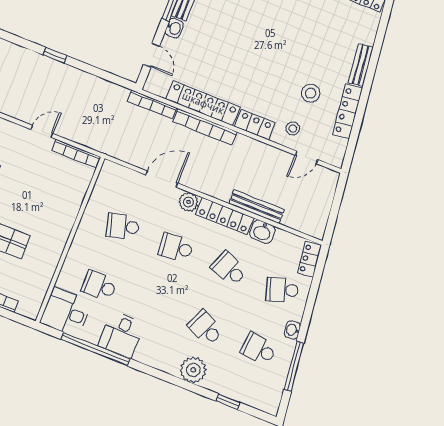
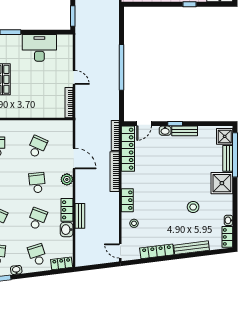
window: (55, 55) -> (121, 67), width x3.17
bench: (361, 65) -> (192, 248), width x1.36
stool: (311, 93) -> (193, 207), moved
locker: (203, 103) -> (128, 149), moved
door: (307, 157) -> (120, 251), moved
bench: (257, 207) -> (80, 216), width x0.73
locker: (225, 216) -> (67, 210), width x0.66
school desk: (123, 226) -> (37, 147), turned 39

